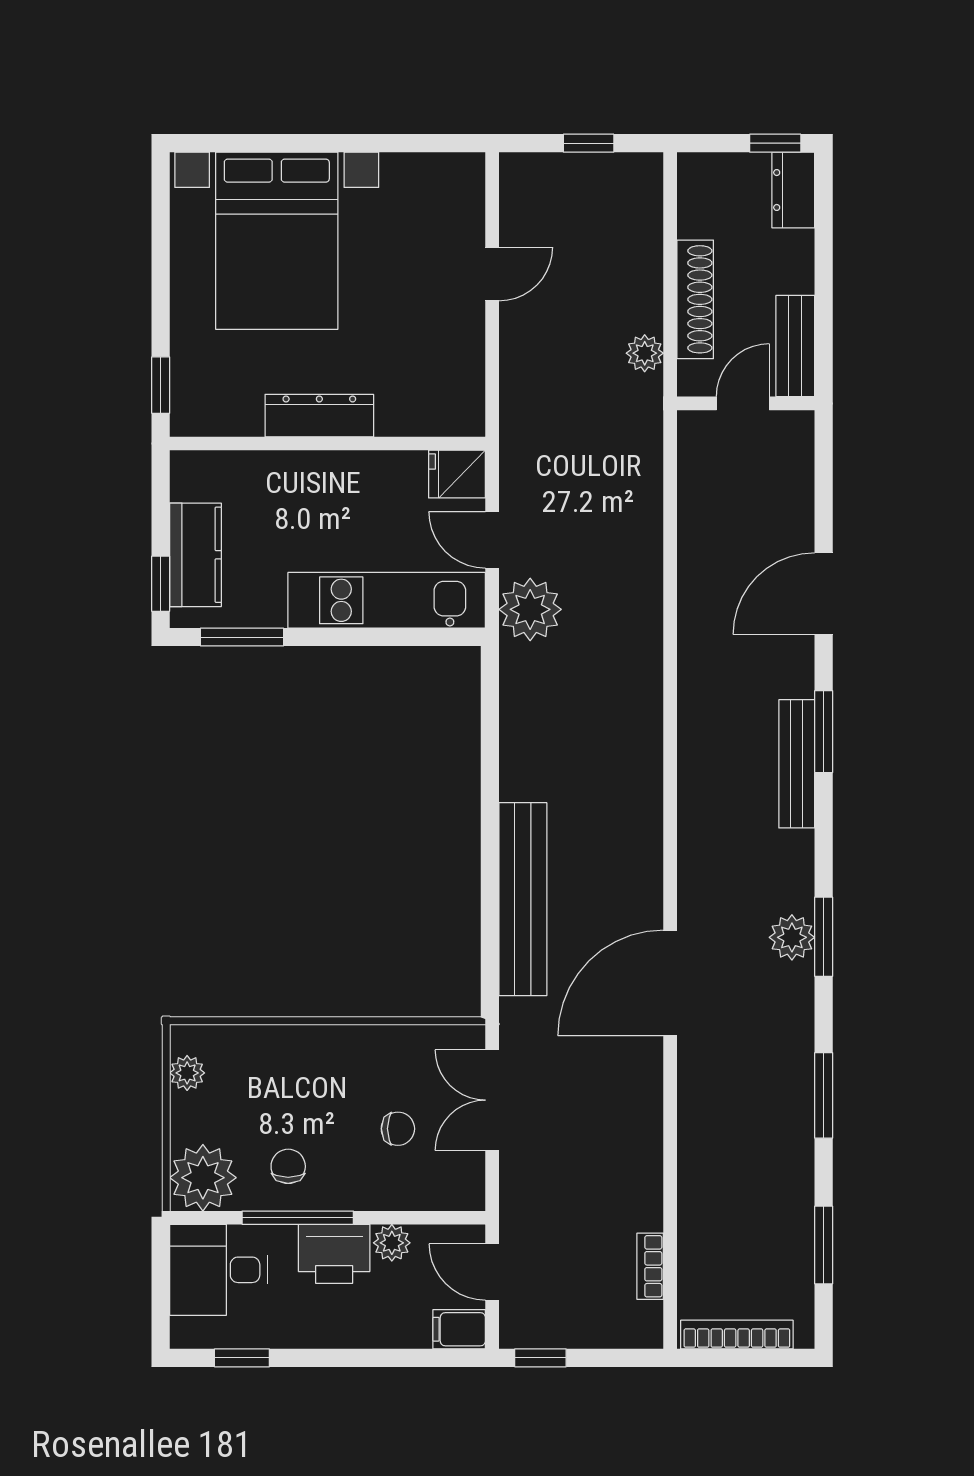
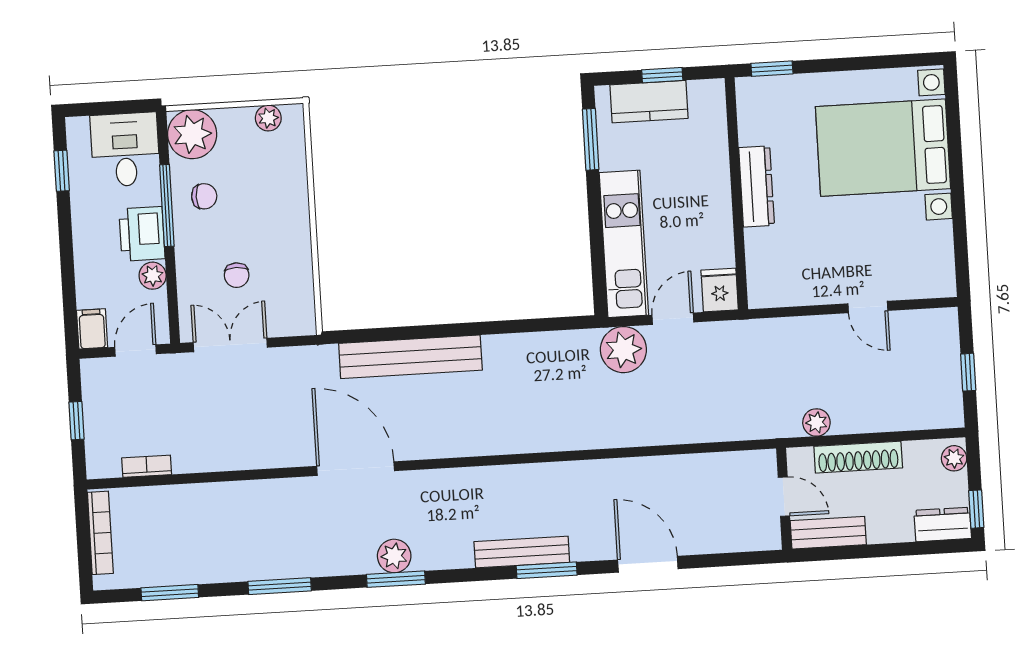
plant: (704, 169) -> (954, 458), added
window: (161, 584) -> (662, 75), moved
double door: (492, 1100) -> (230, 345), moved
window: (540, 1358) -> (76, 421), moved

